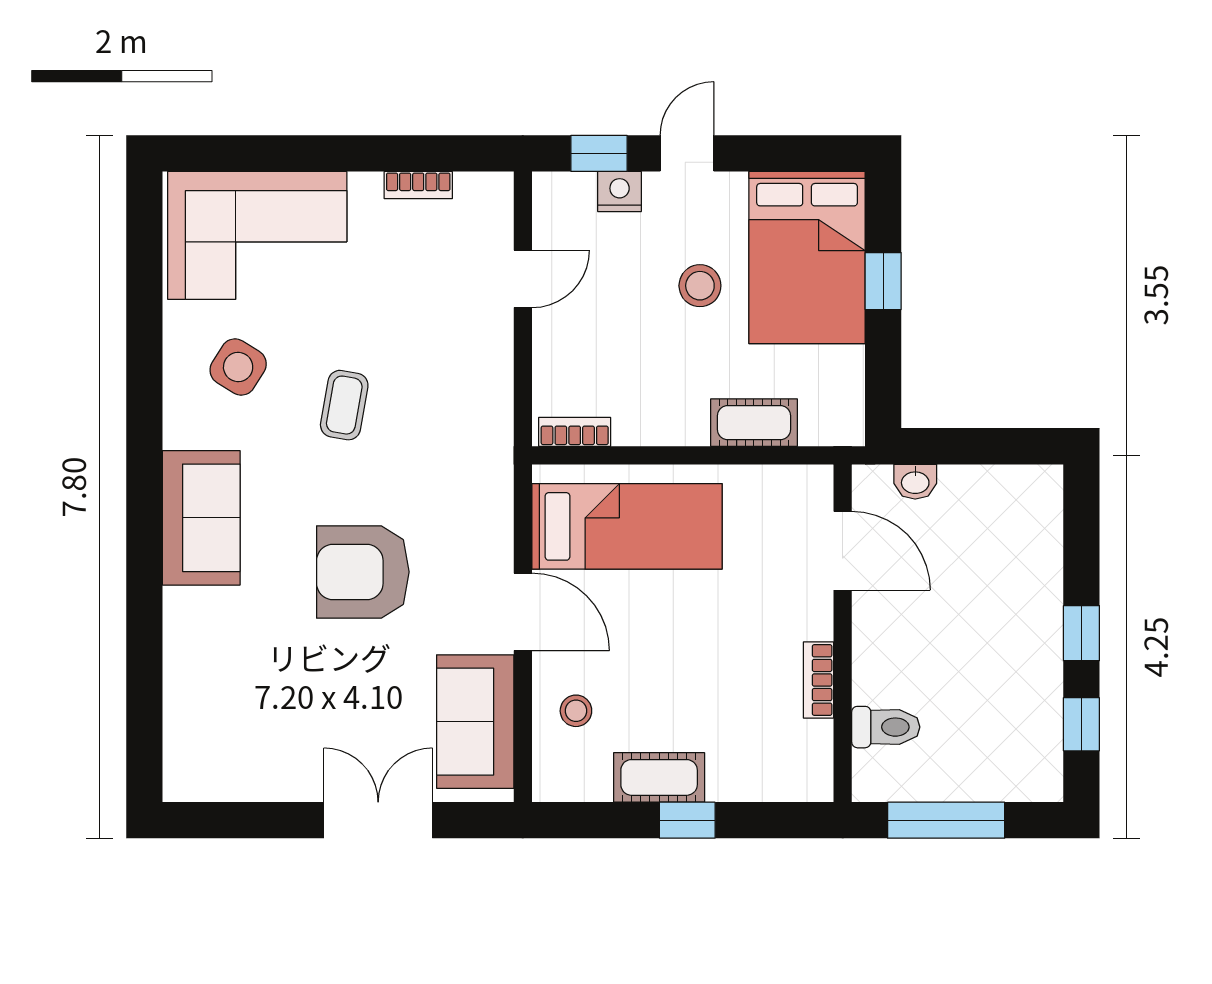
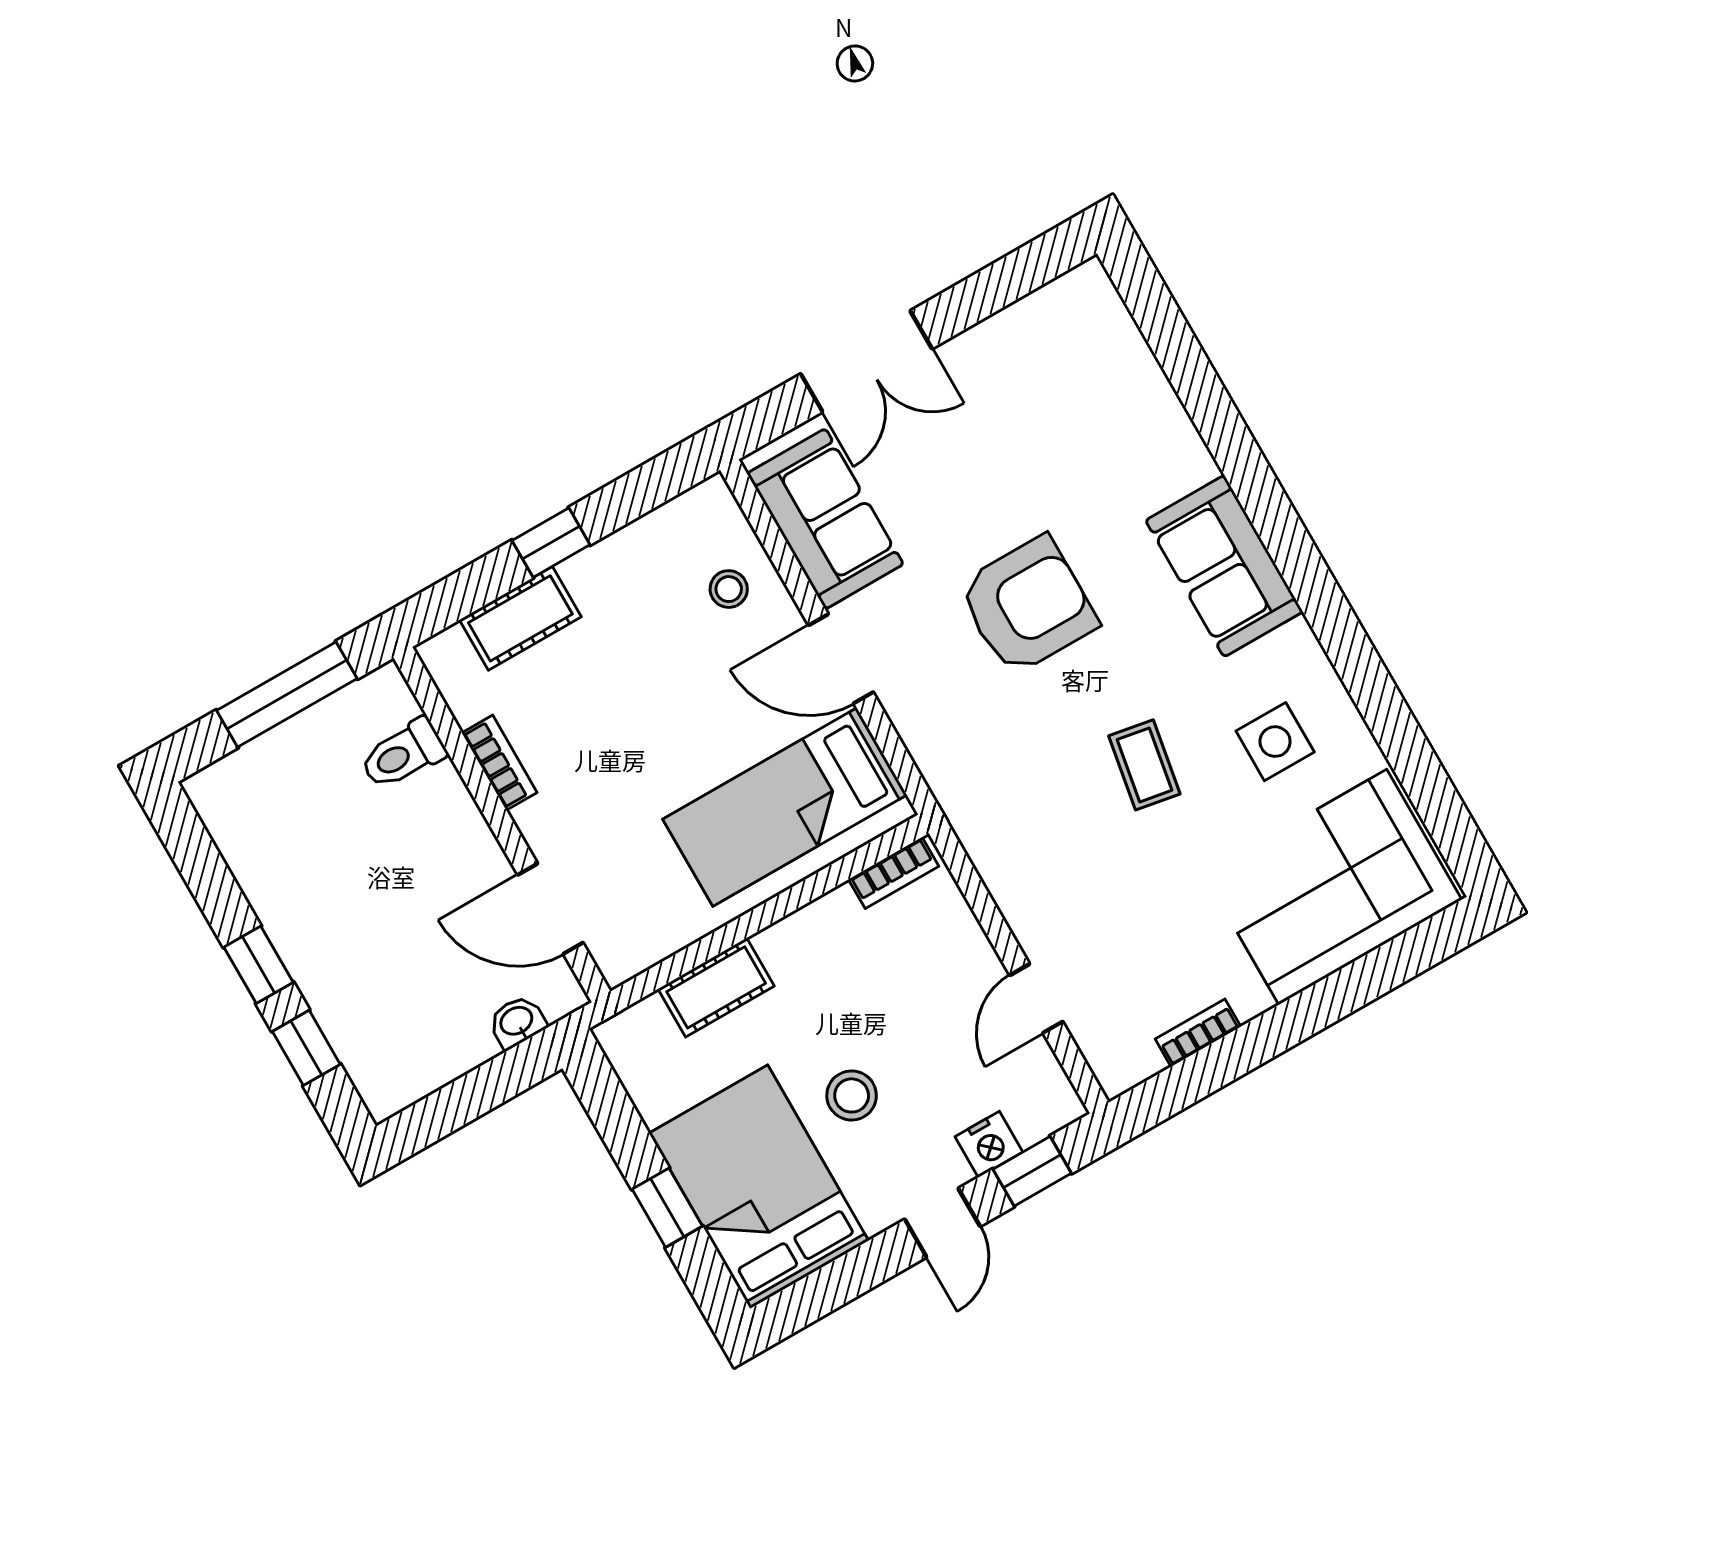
side table: (238, 367) -> (1275, 742), turned -32
window: (1081, 724) -> (306, 1048), moved
cot: (659, 777) -> (520, 618), moved

